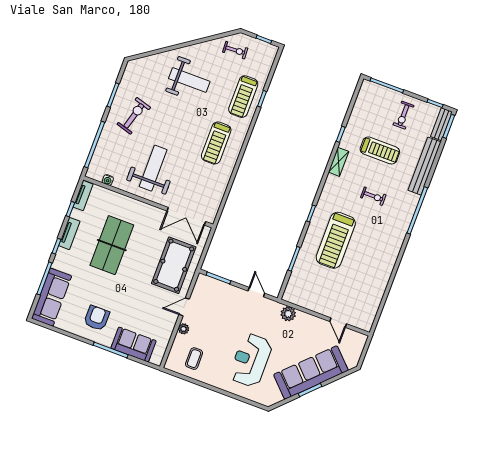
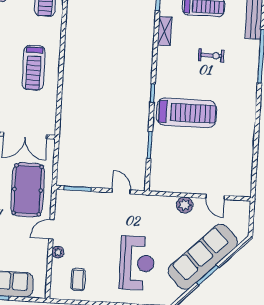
treadmill: (216, 143) -> (34, 68), moved
treadmill: (336, 240) -> (187, 113), turned -90
plant: (288, 314) -> (185, 205), moved
reception desk: (251, 360) -> (137, 263), turned 180

